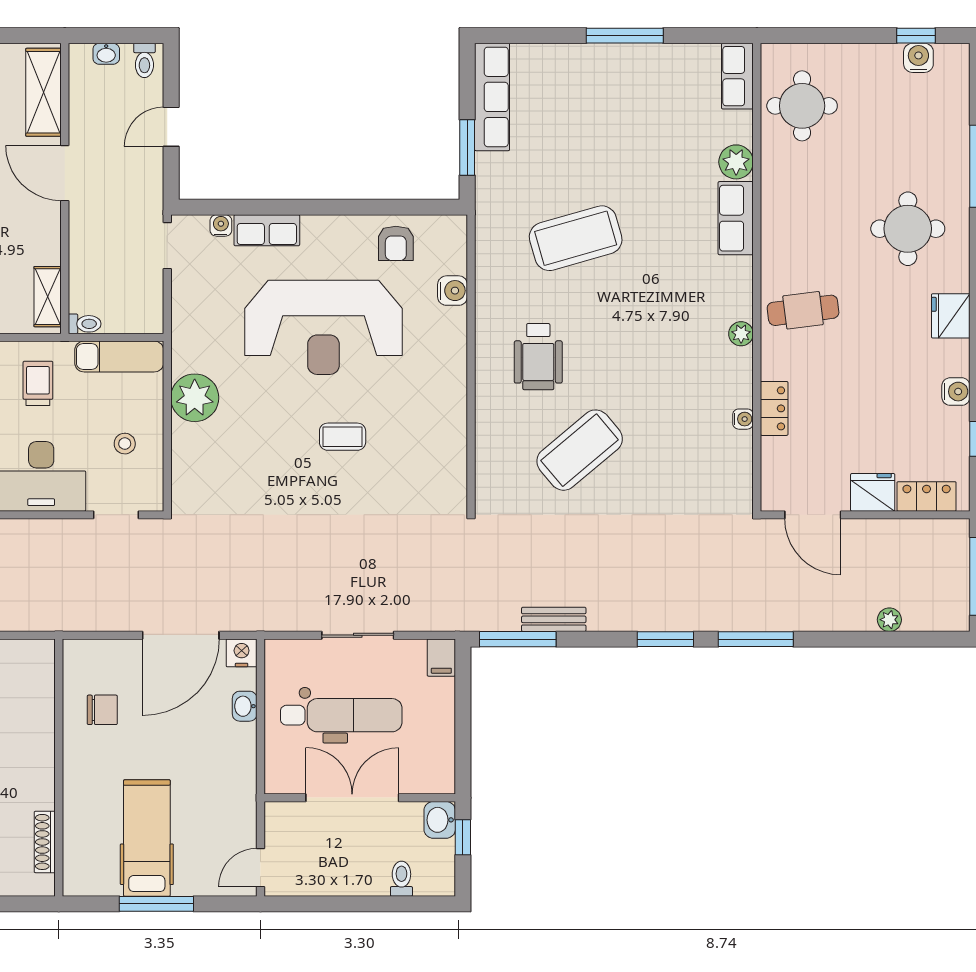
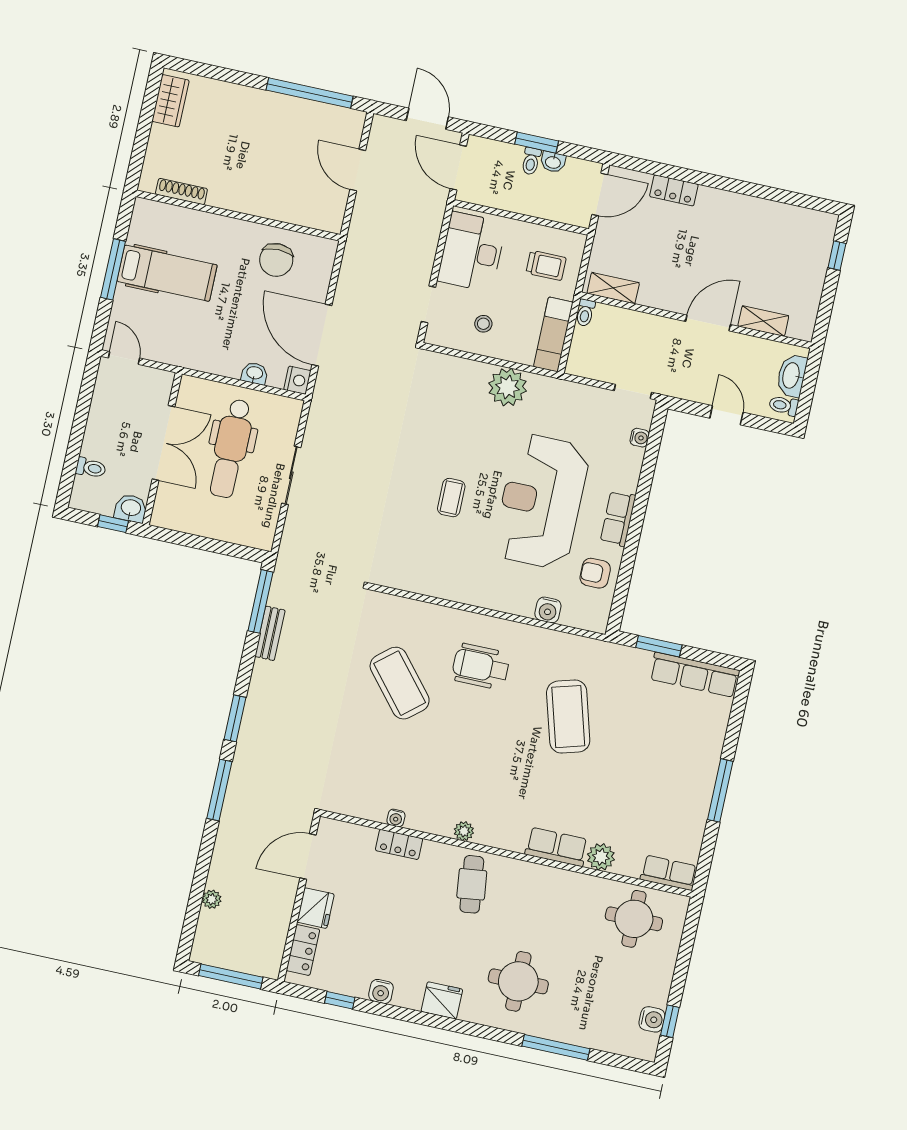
washbasin: (106, 54) -> (792, 376), width x1.91, depth x1.45
shelving: (44, 92) -> (763, 321), width x0.67, depth x0.75
row of seats: (267, 230) -> (618, 519), moved
filing cabinet: (441, 658) -> (259, 538), removed
chair: (102, 710) -> (276, 260), width x1.37, depth x1.37

